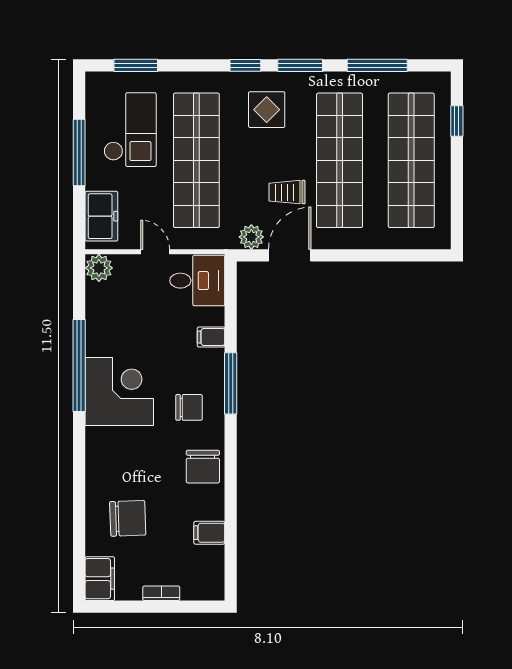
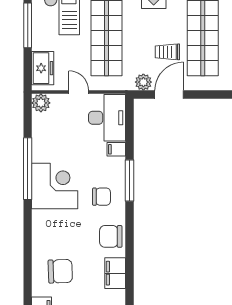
desk: (197, 281) -> (107, 118), width x1.37
chair: (203, 467) -> (111, 236), turned 90
filing cabinet: (209, 533) -> (115, 273), width x2.00

